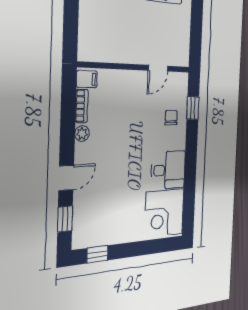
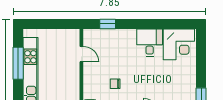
chair: (171, 118) -> (115, 84), moved

